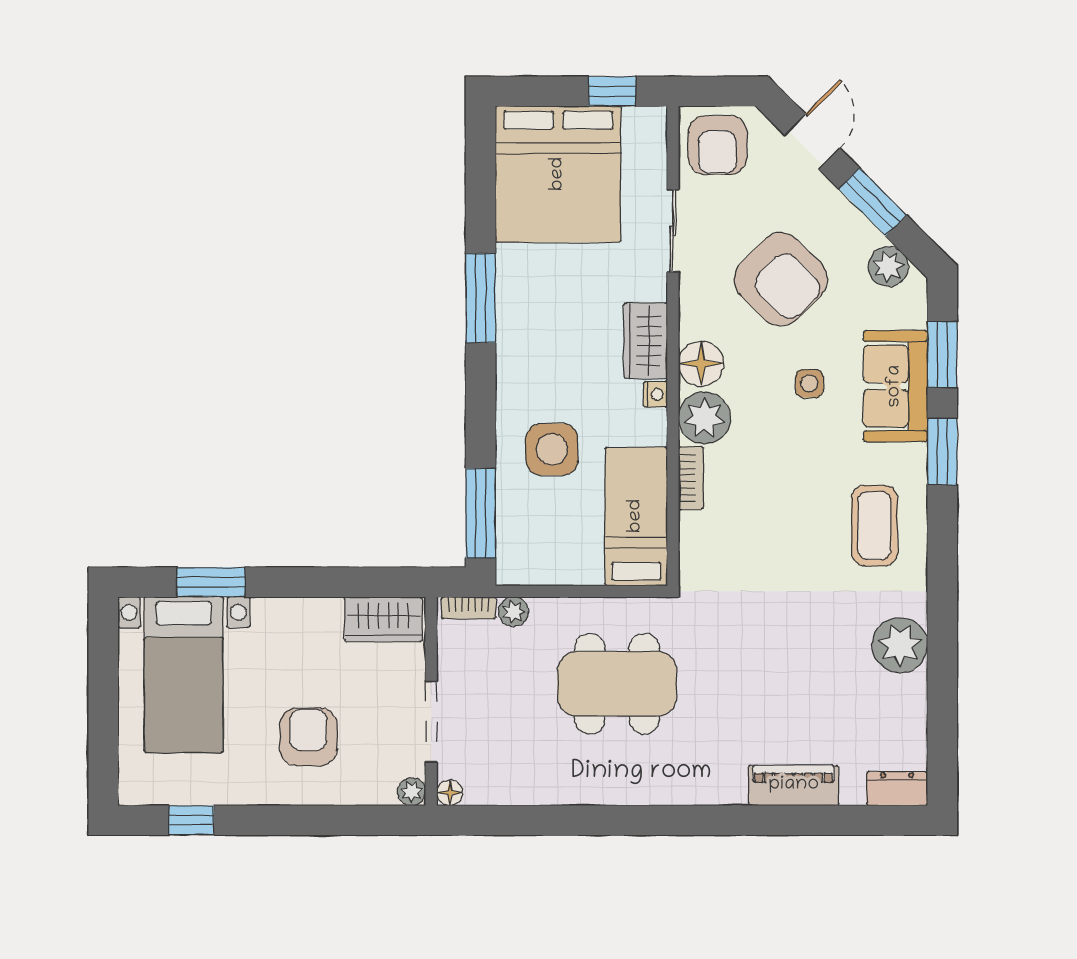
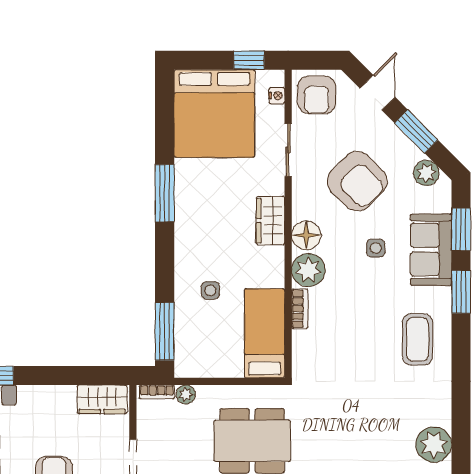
nightstand: (655, 394) -> (277, 96), moved
side table: (552, 449) -> (210, 290), width x0.54, depth x0.54
plant: (900, 645) -> (434, 445), moved

